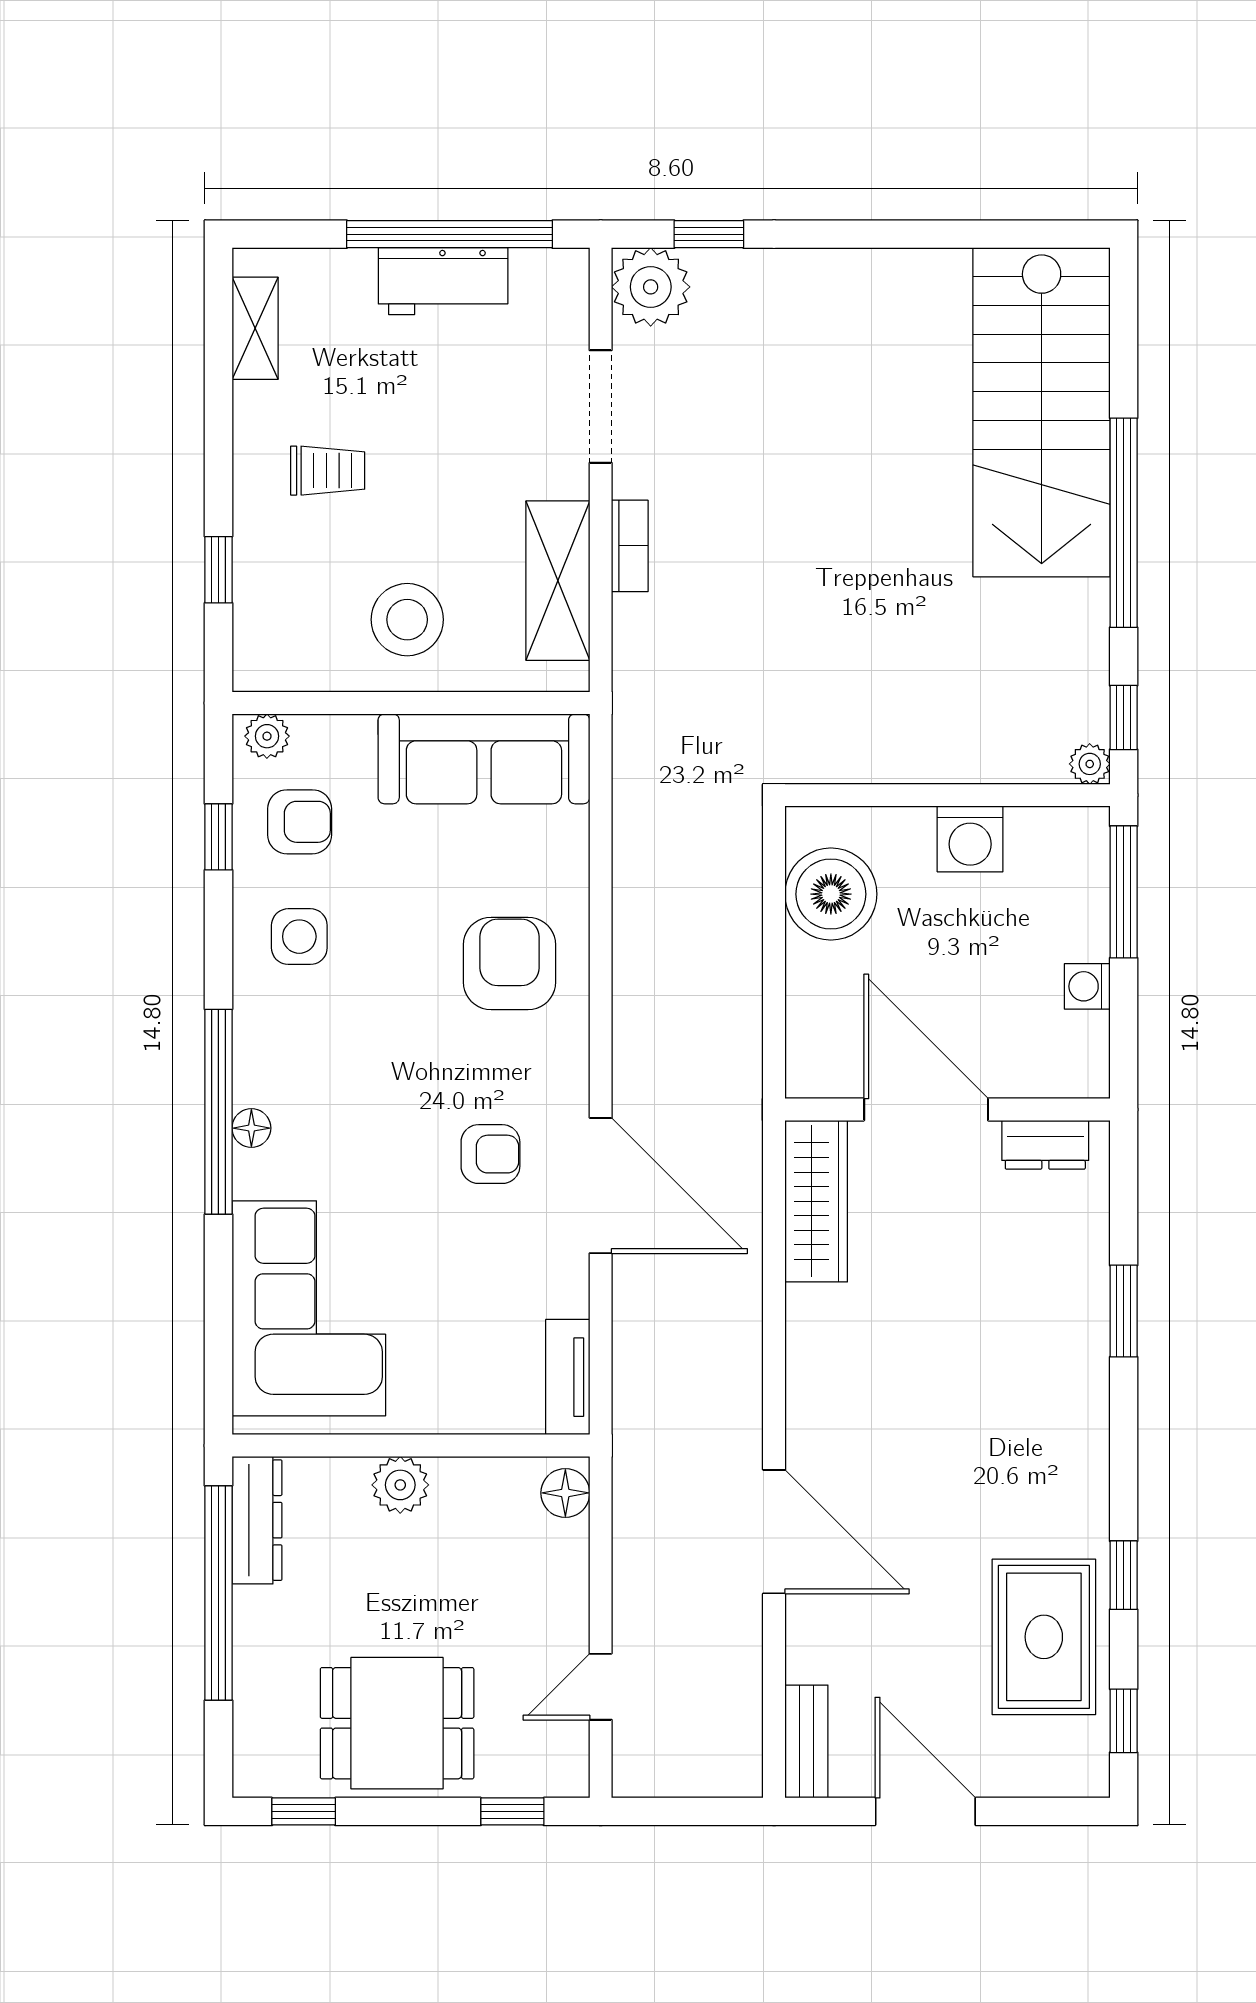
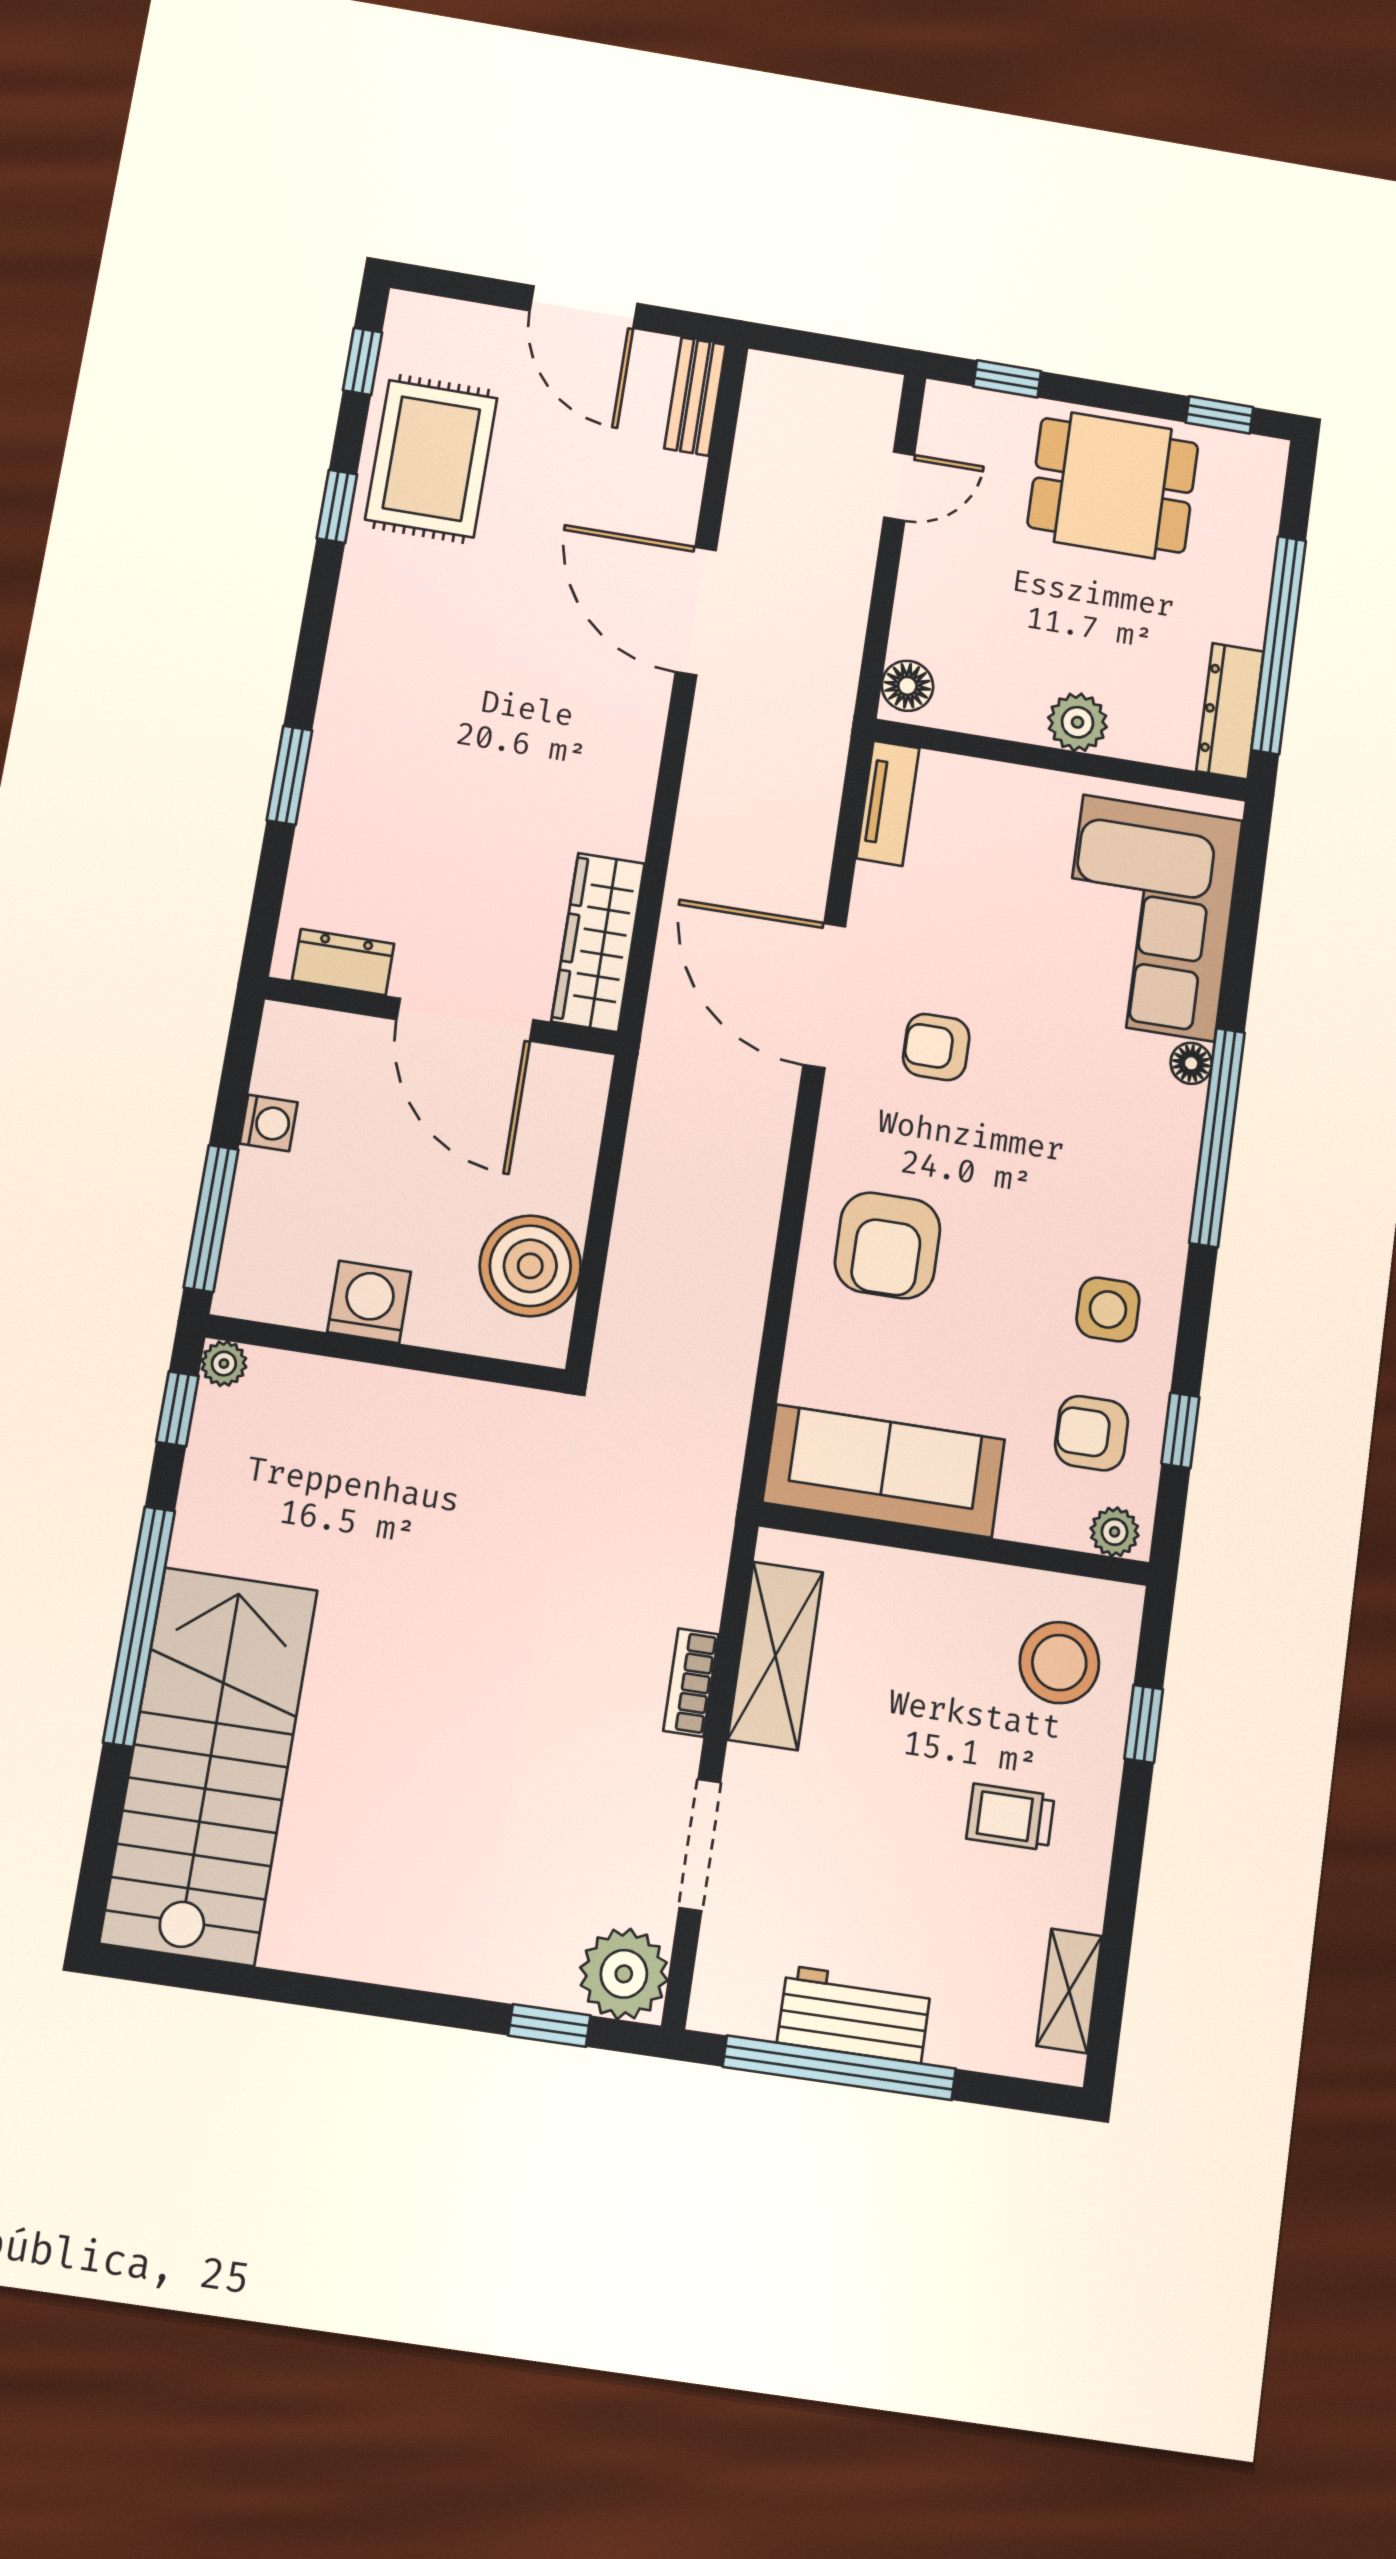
stool: (407, 620) -> (1059, 1663), moved
floor lamp: (251, 1128) -> (1191, 1063), moved

